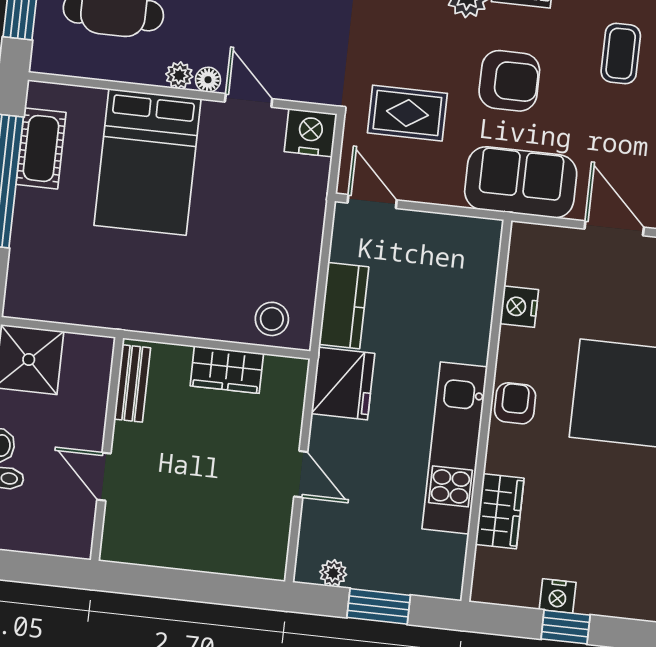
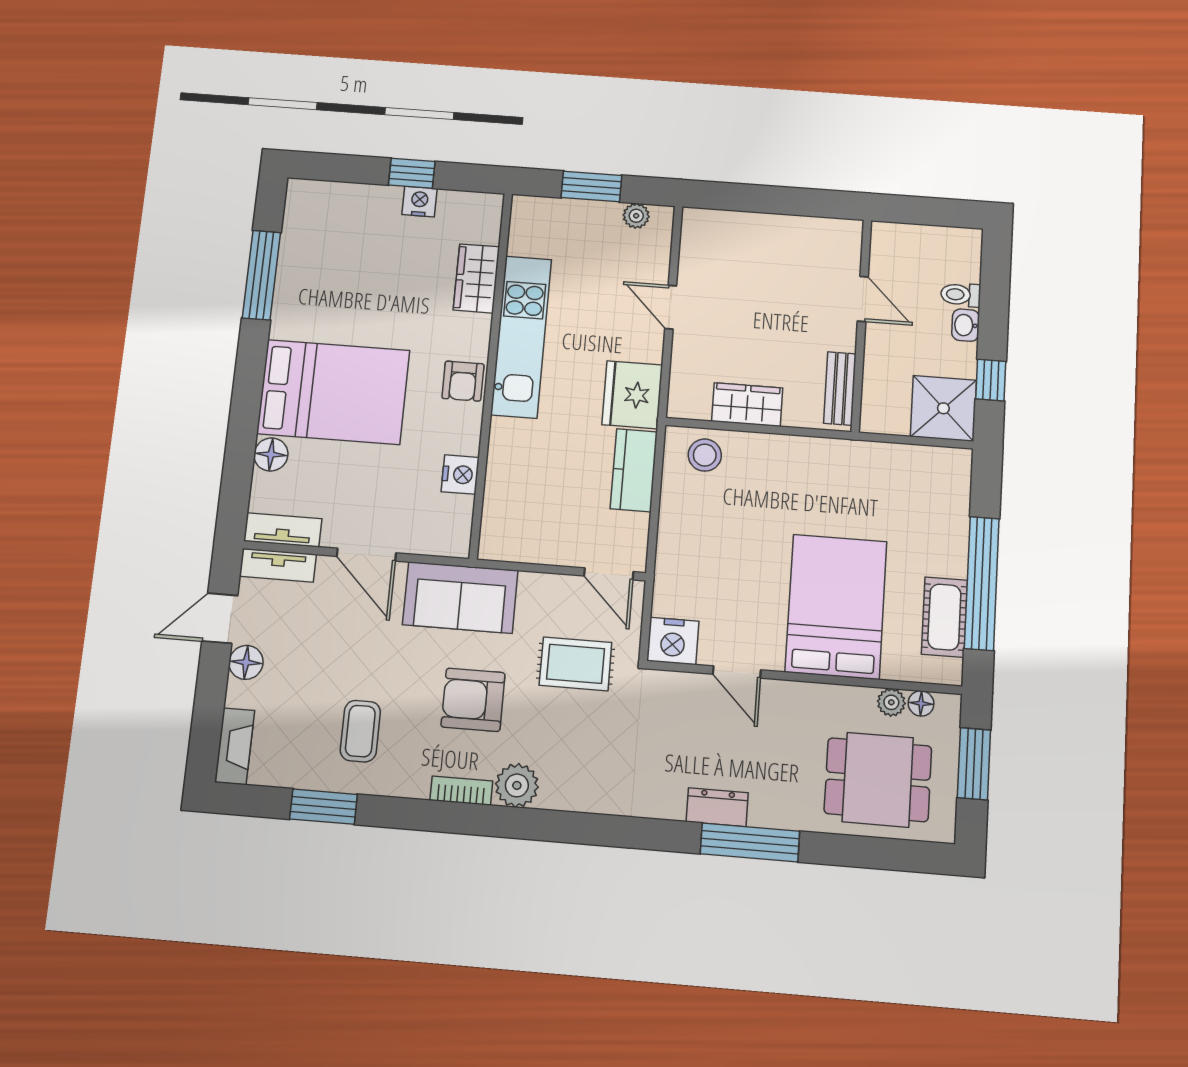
plant: (179, 75) -> (891, 702), moved
floor lamp: (208, 80) -> (921, 703), moved

